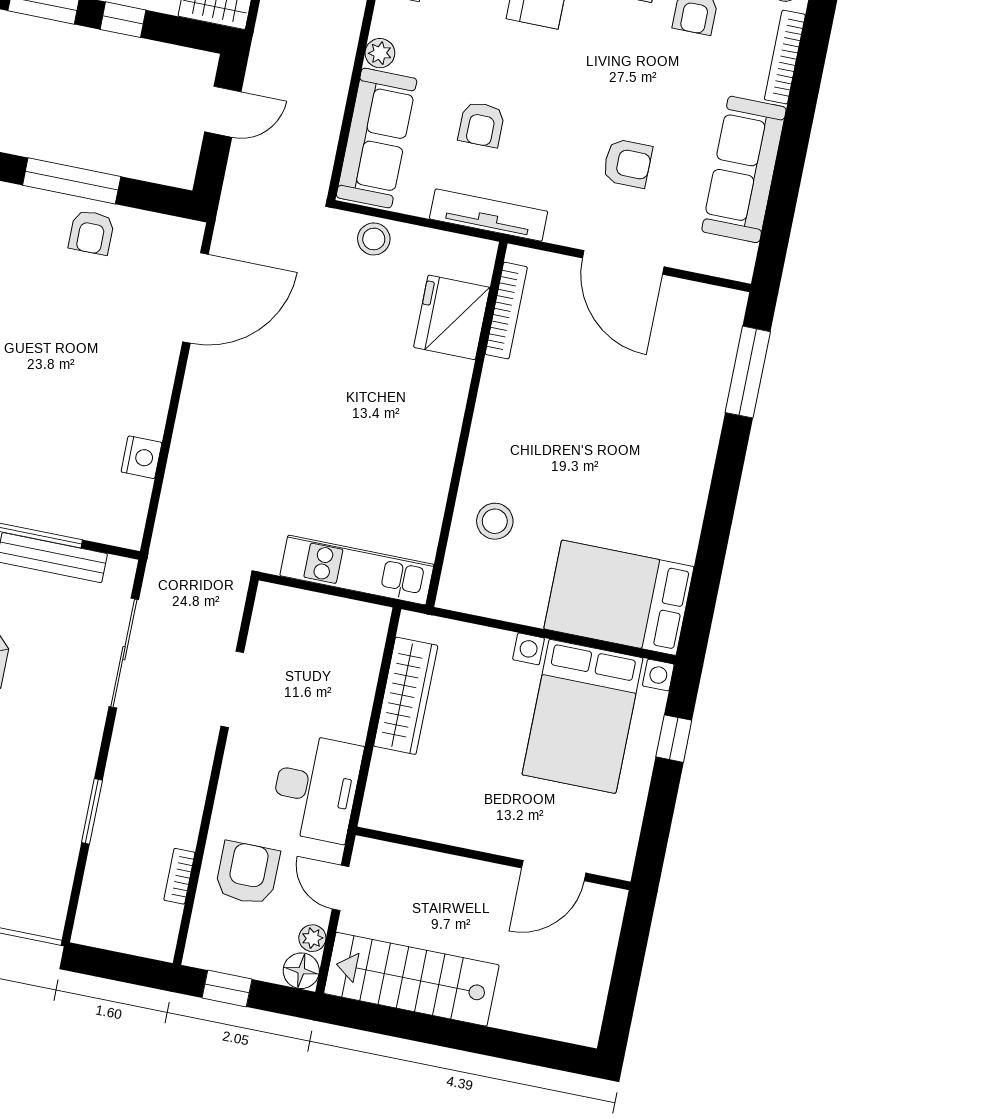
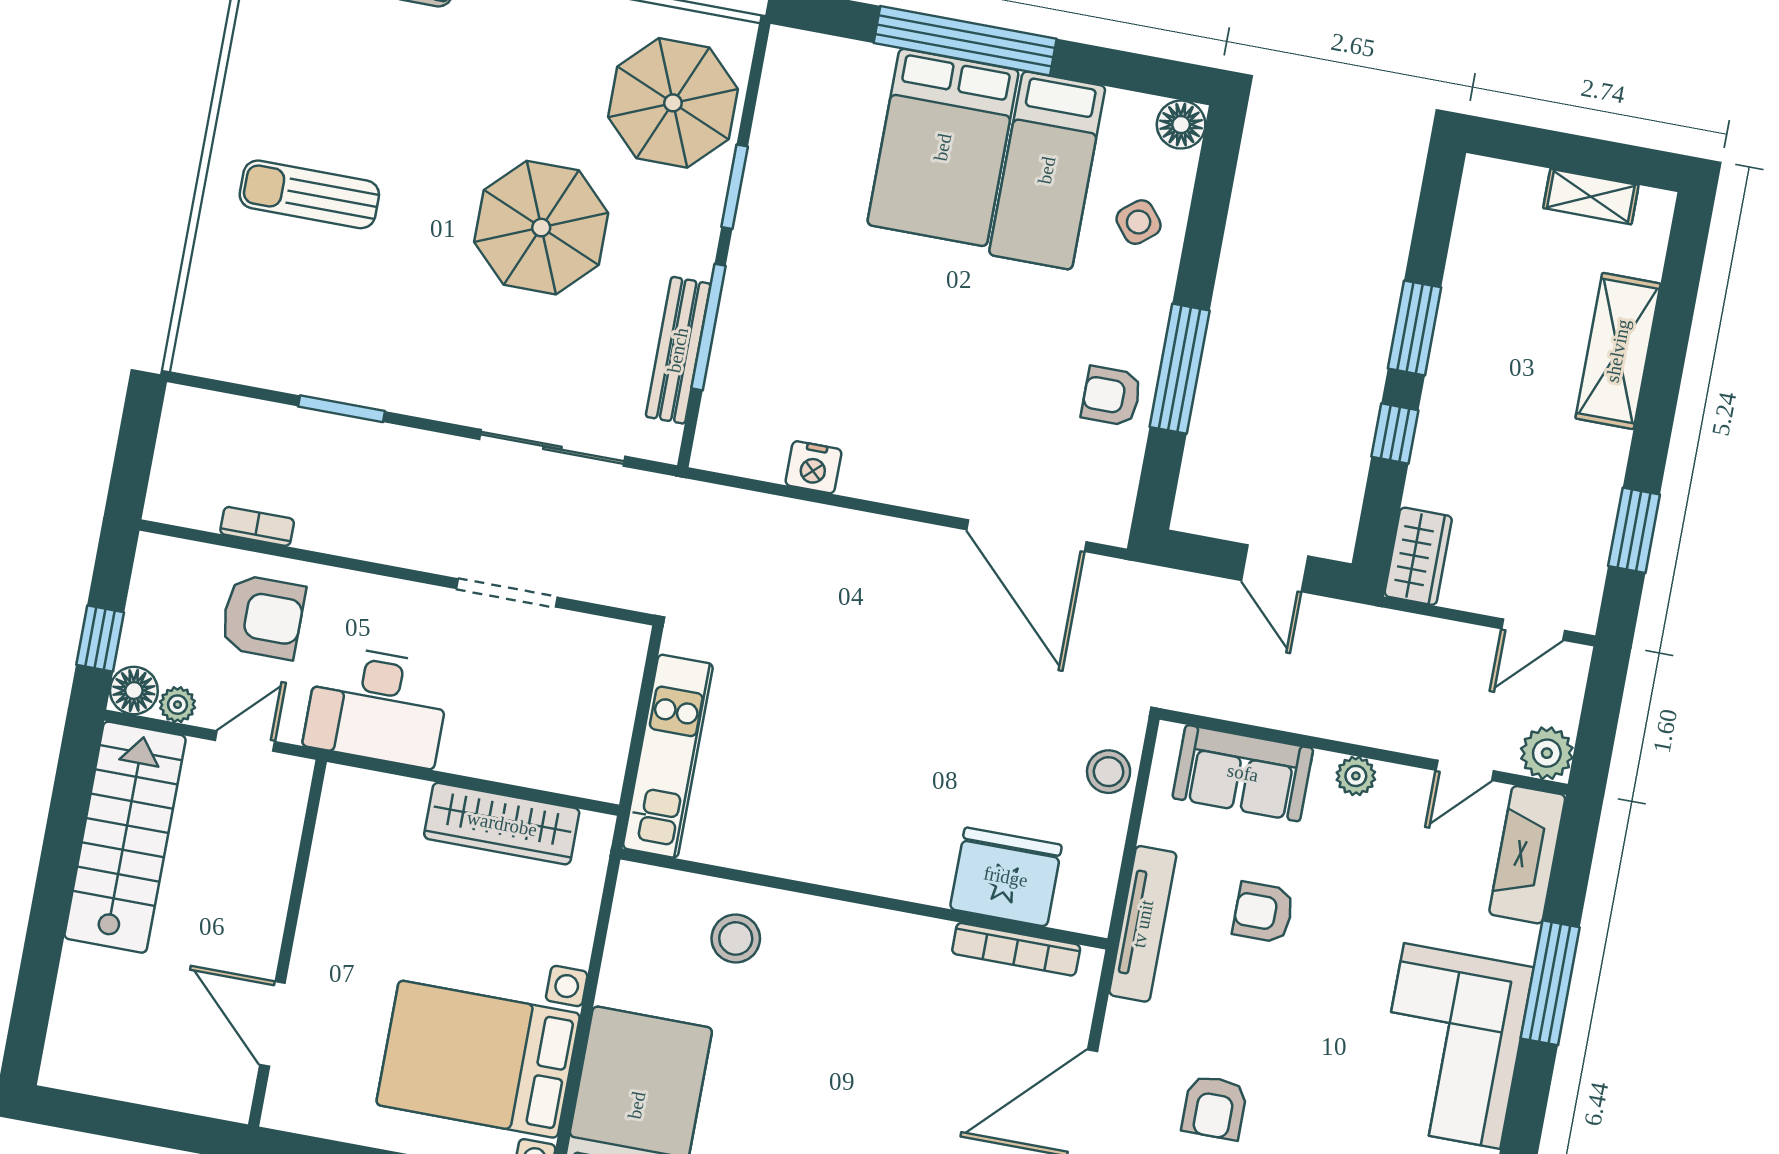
sofa: (377, 138) -> (1243, 773), width x0.73
window: (227, 988) -> (100, 638), moved

